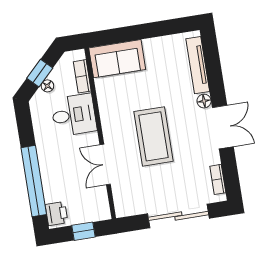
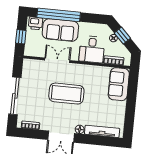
sofa: (57, 172) -> (60, 30), added

